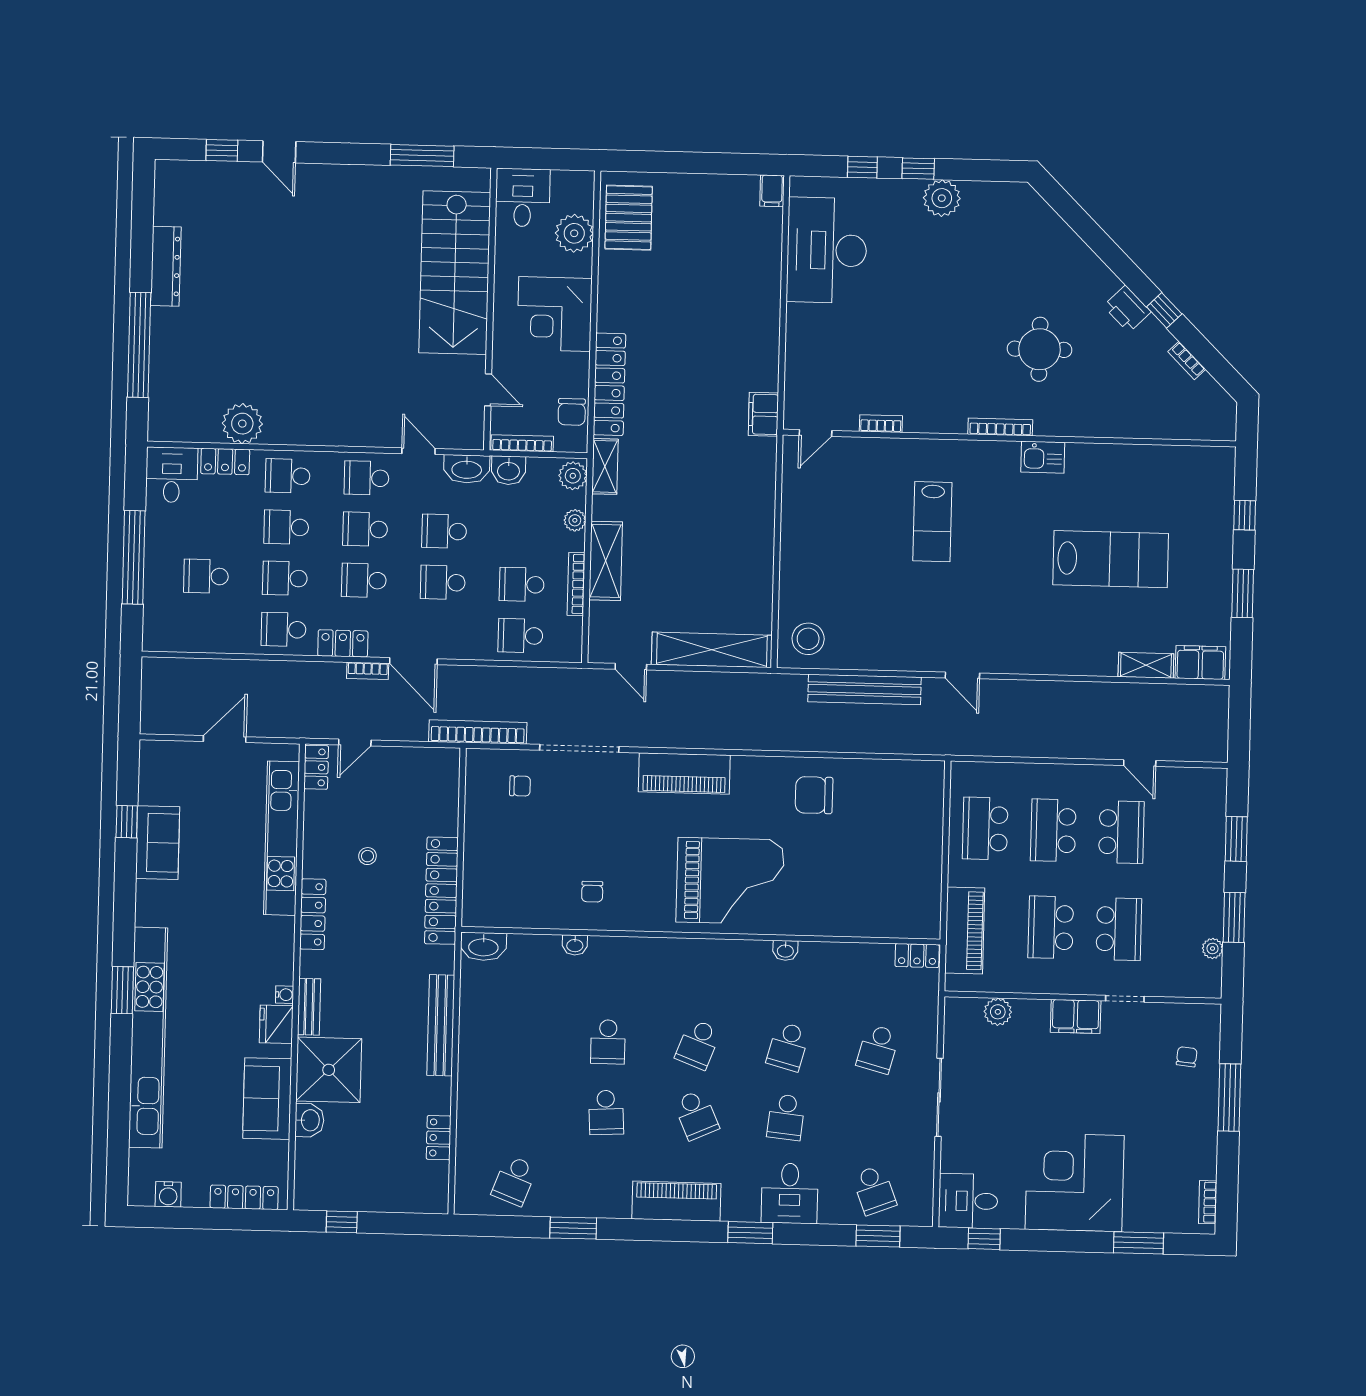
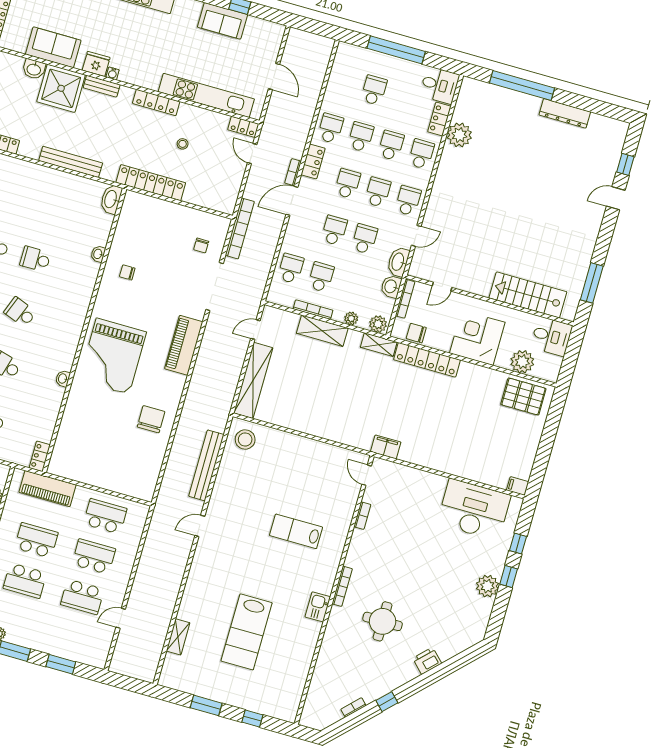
stairs: (455, 273) -> (528, 295), width x0.73, depth x0.66
printer: (1127, 309) -> (427, 661), moved
filing cabinet: (1200, 663) -> (171, 670), removed

